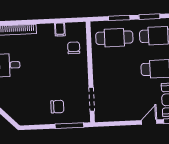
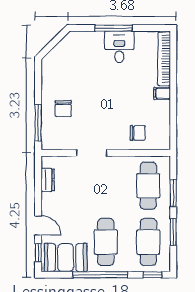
filing cabinet: (60, 29) -> (162, 93), moved
doorway: (92, 99) -> (92, 153), moved
dresser: (113, 116) -> (48, 180), added

